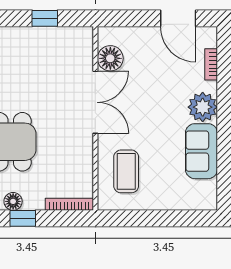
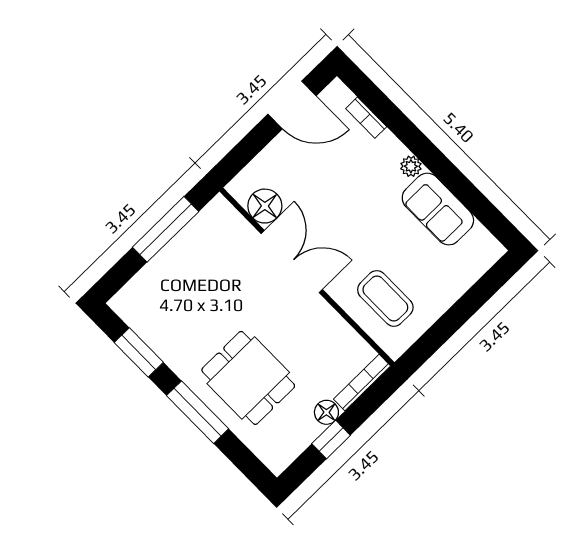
window: (45, 18) -> (166, 229), width x2.17
plant: (203, 107) -> (411, 166), width x0.53, depth x0.53
floor lamp: (13, 201) -> (326, 412), moved

